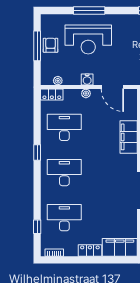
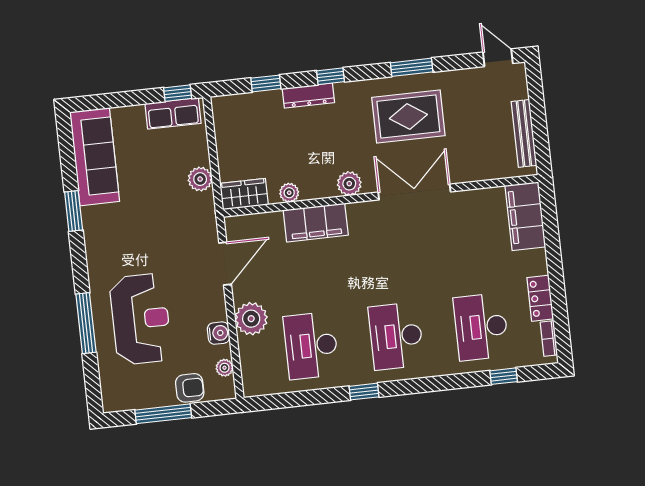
armchair: (51, 45) -> (190, 388), moved, turned 180
water cooler: (87, 80) -> (219, 333), moved
plant: (86, 93) -> (251, 319), width x1.88, depth x1.88
locker: (52, 94) -> (252, 376), removed
locker: (90, 250) -> (540, 298), moved

